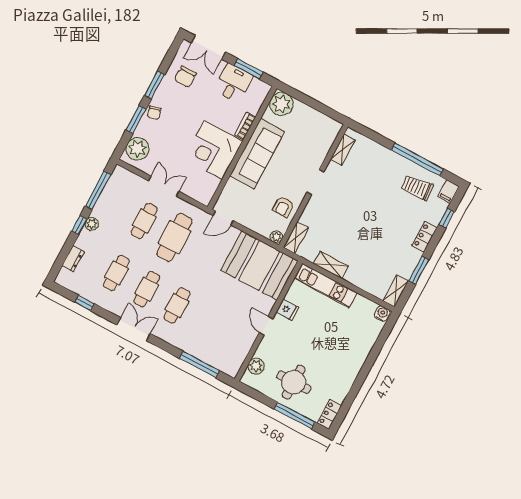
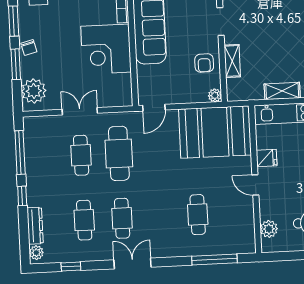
plant: (92, 224) -> (36, 253), moved
shelving: (296, 238) -> (232, 61), moved
dresser: (73, 259) -> (35, 226), width x1.44
cafe table: (177, 305) -> (198, 215), moved

